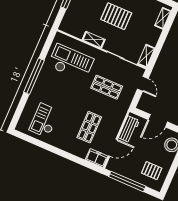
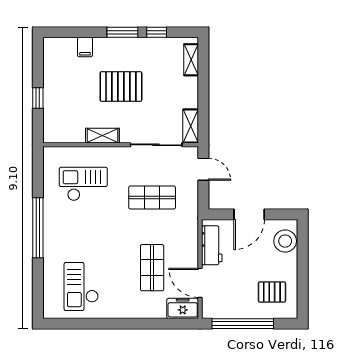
checkout: (71, 62) -> (83, 184), width x0.73, depth x0.83
door: (113, 148) -> (200, 283), swing flipped

